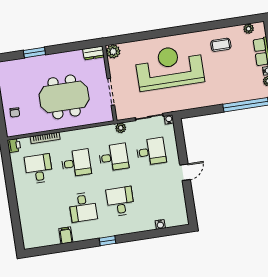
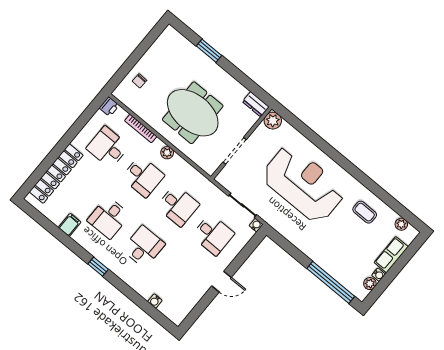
plant: (121, 128) -> (167, 153), moved
desk: (39, 169) -> (108, 147), turned -90
locker: (26, 215) -> (56, 174), added

